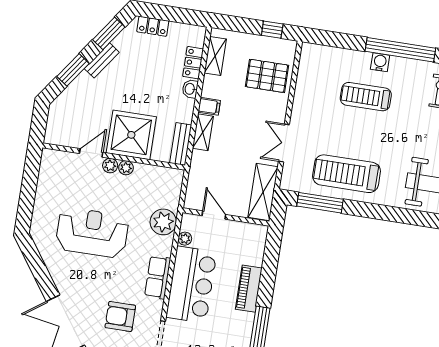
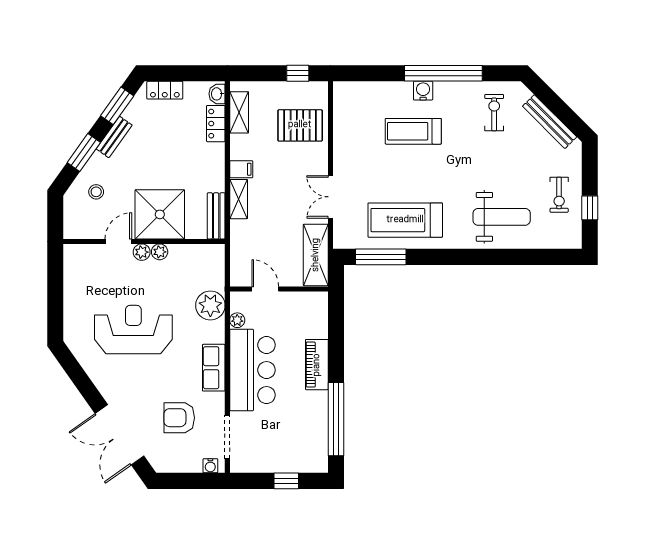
washbasin: (190, 89) -> (217, 94), moved
stool: (78, 106) -> (96, 192), added

